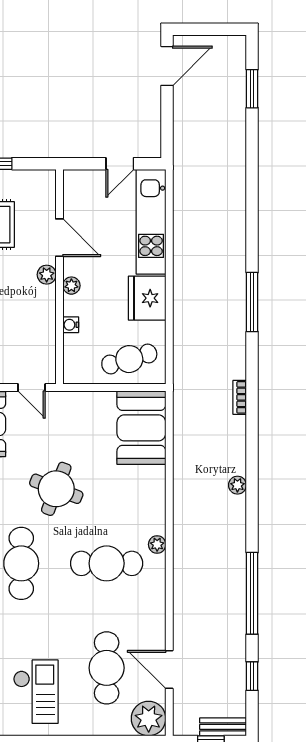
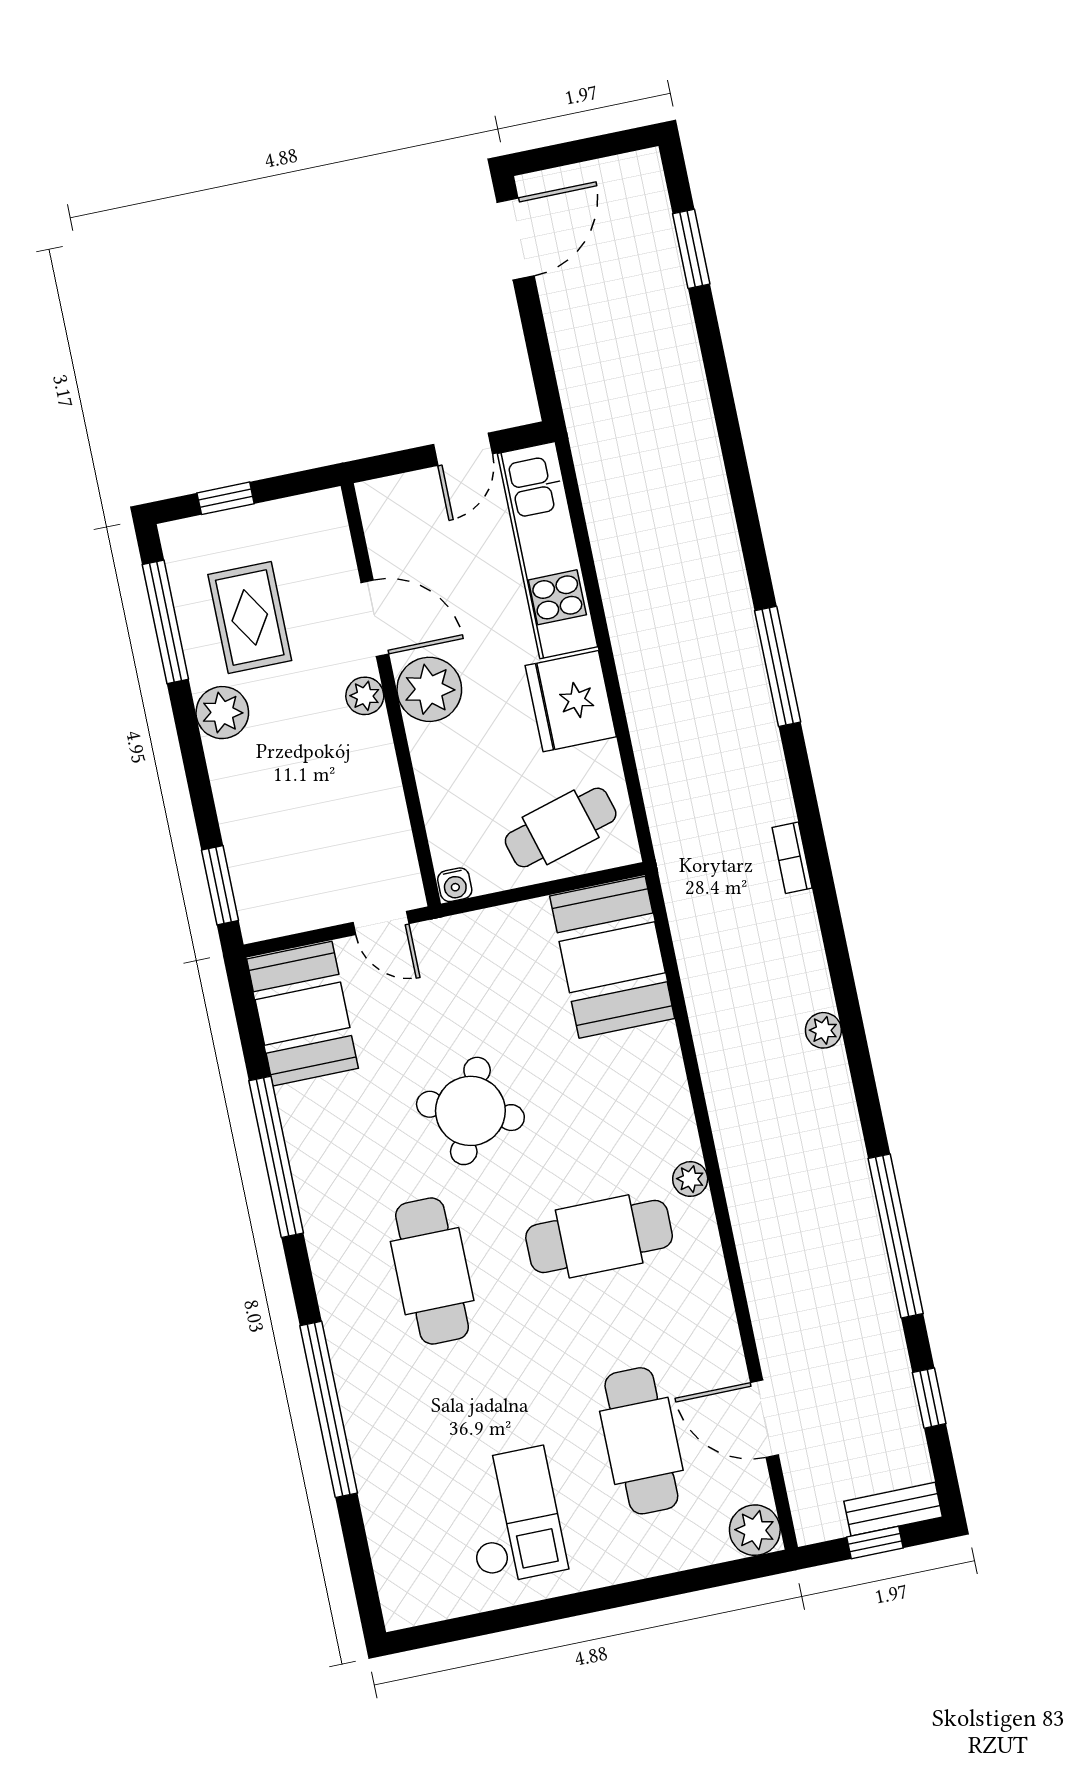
plant: (71, 286) -> (429, 689), width x1.88, depth x1.88
water cooler: (71, 325) -> (455, 885), moved, turned -90
plant: (149, 719) -> (755, 1530), width x0.73, depth x0.73

